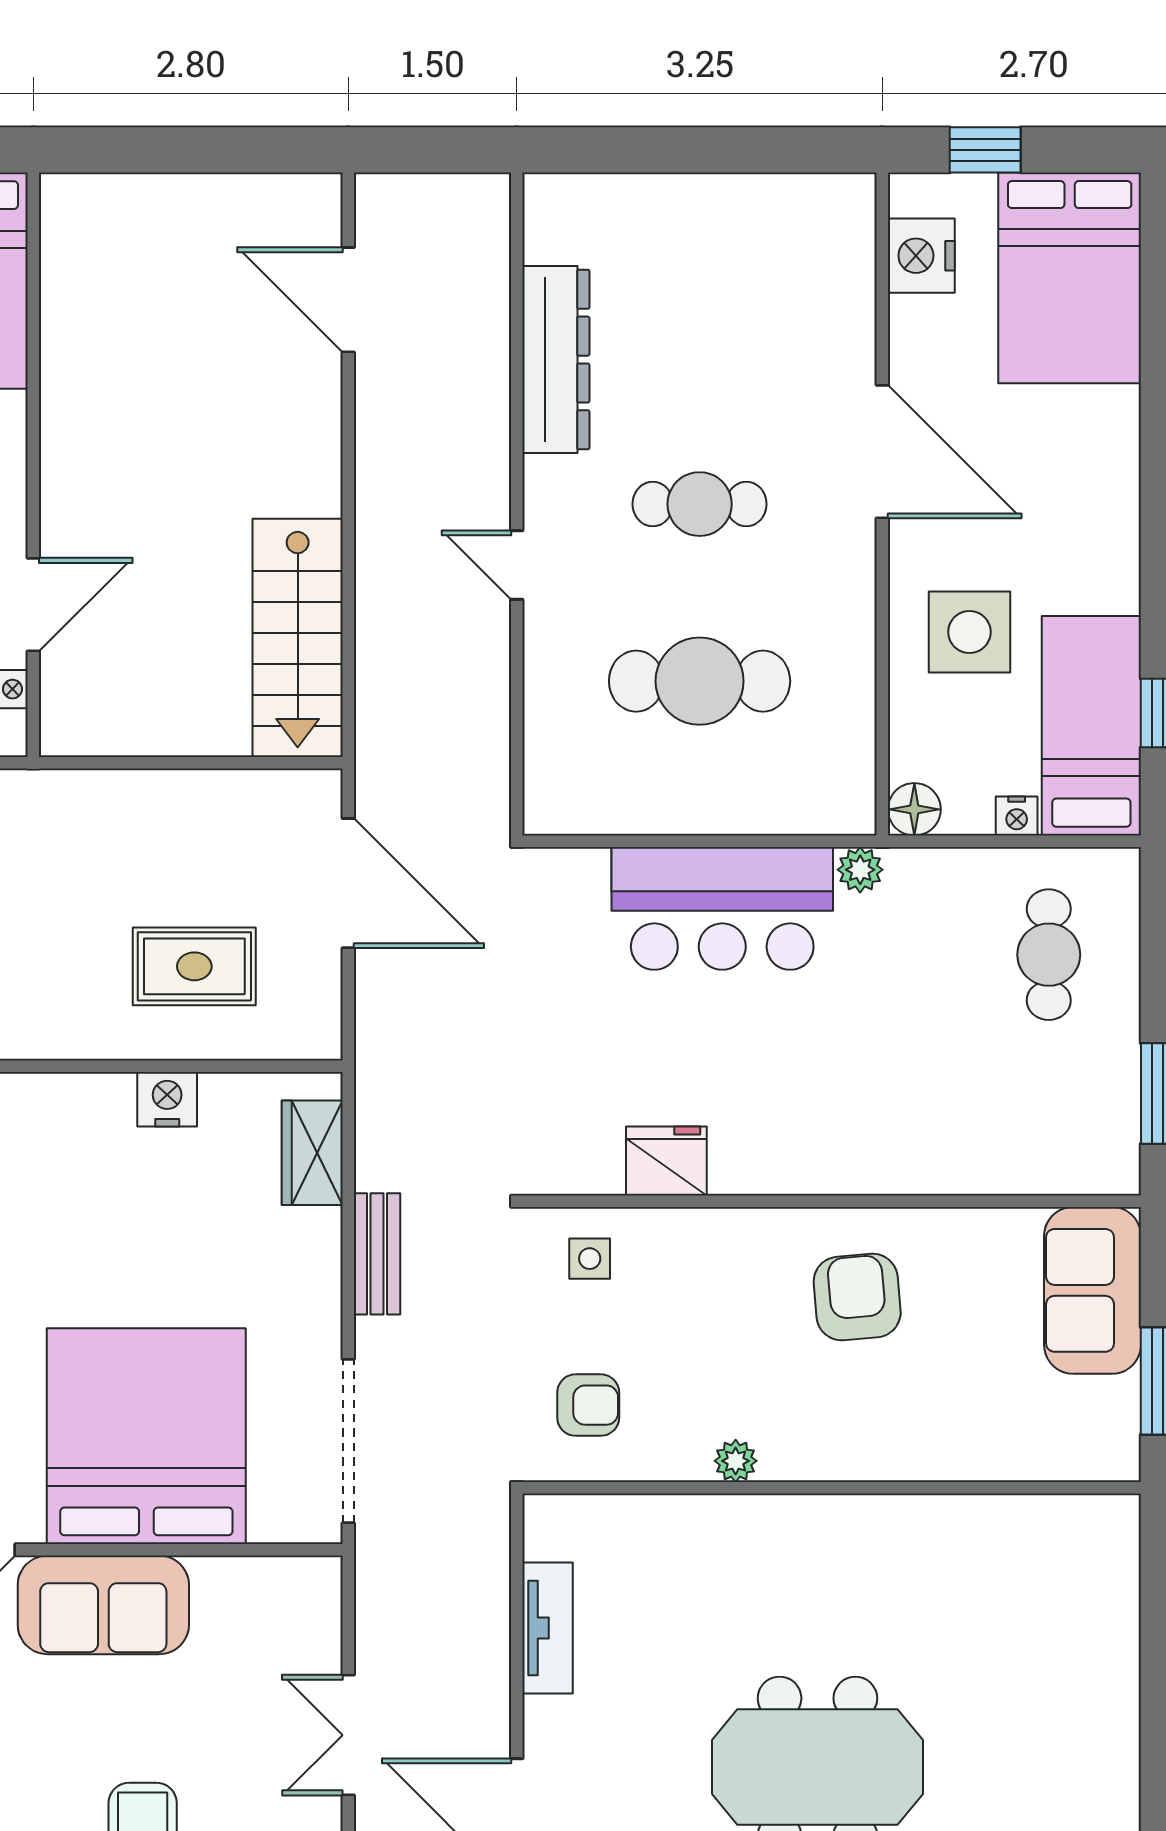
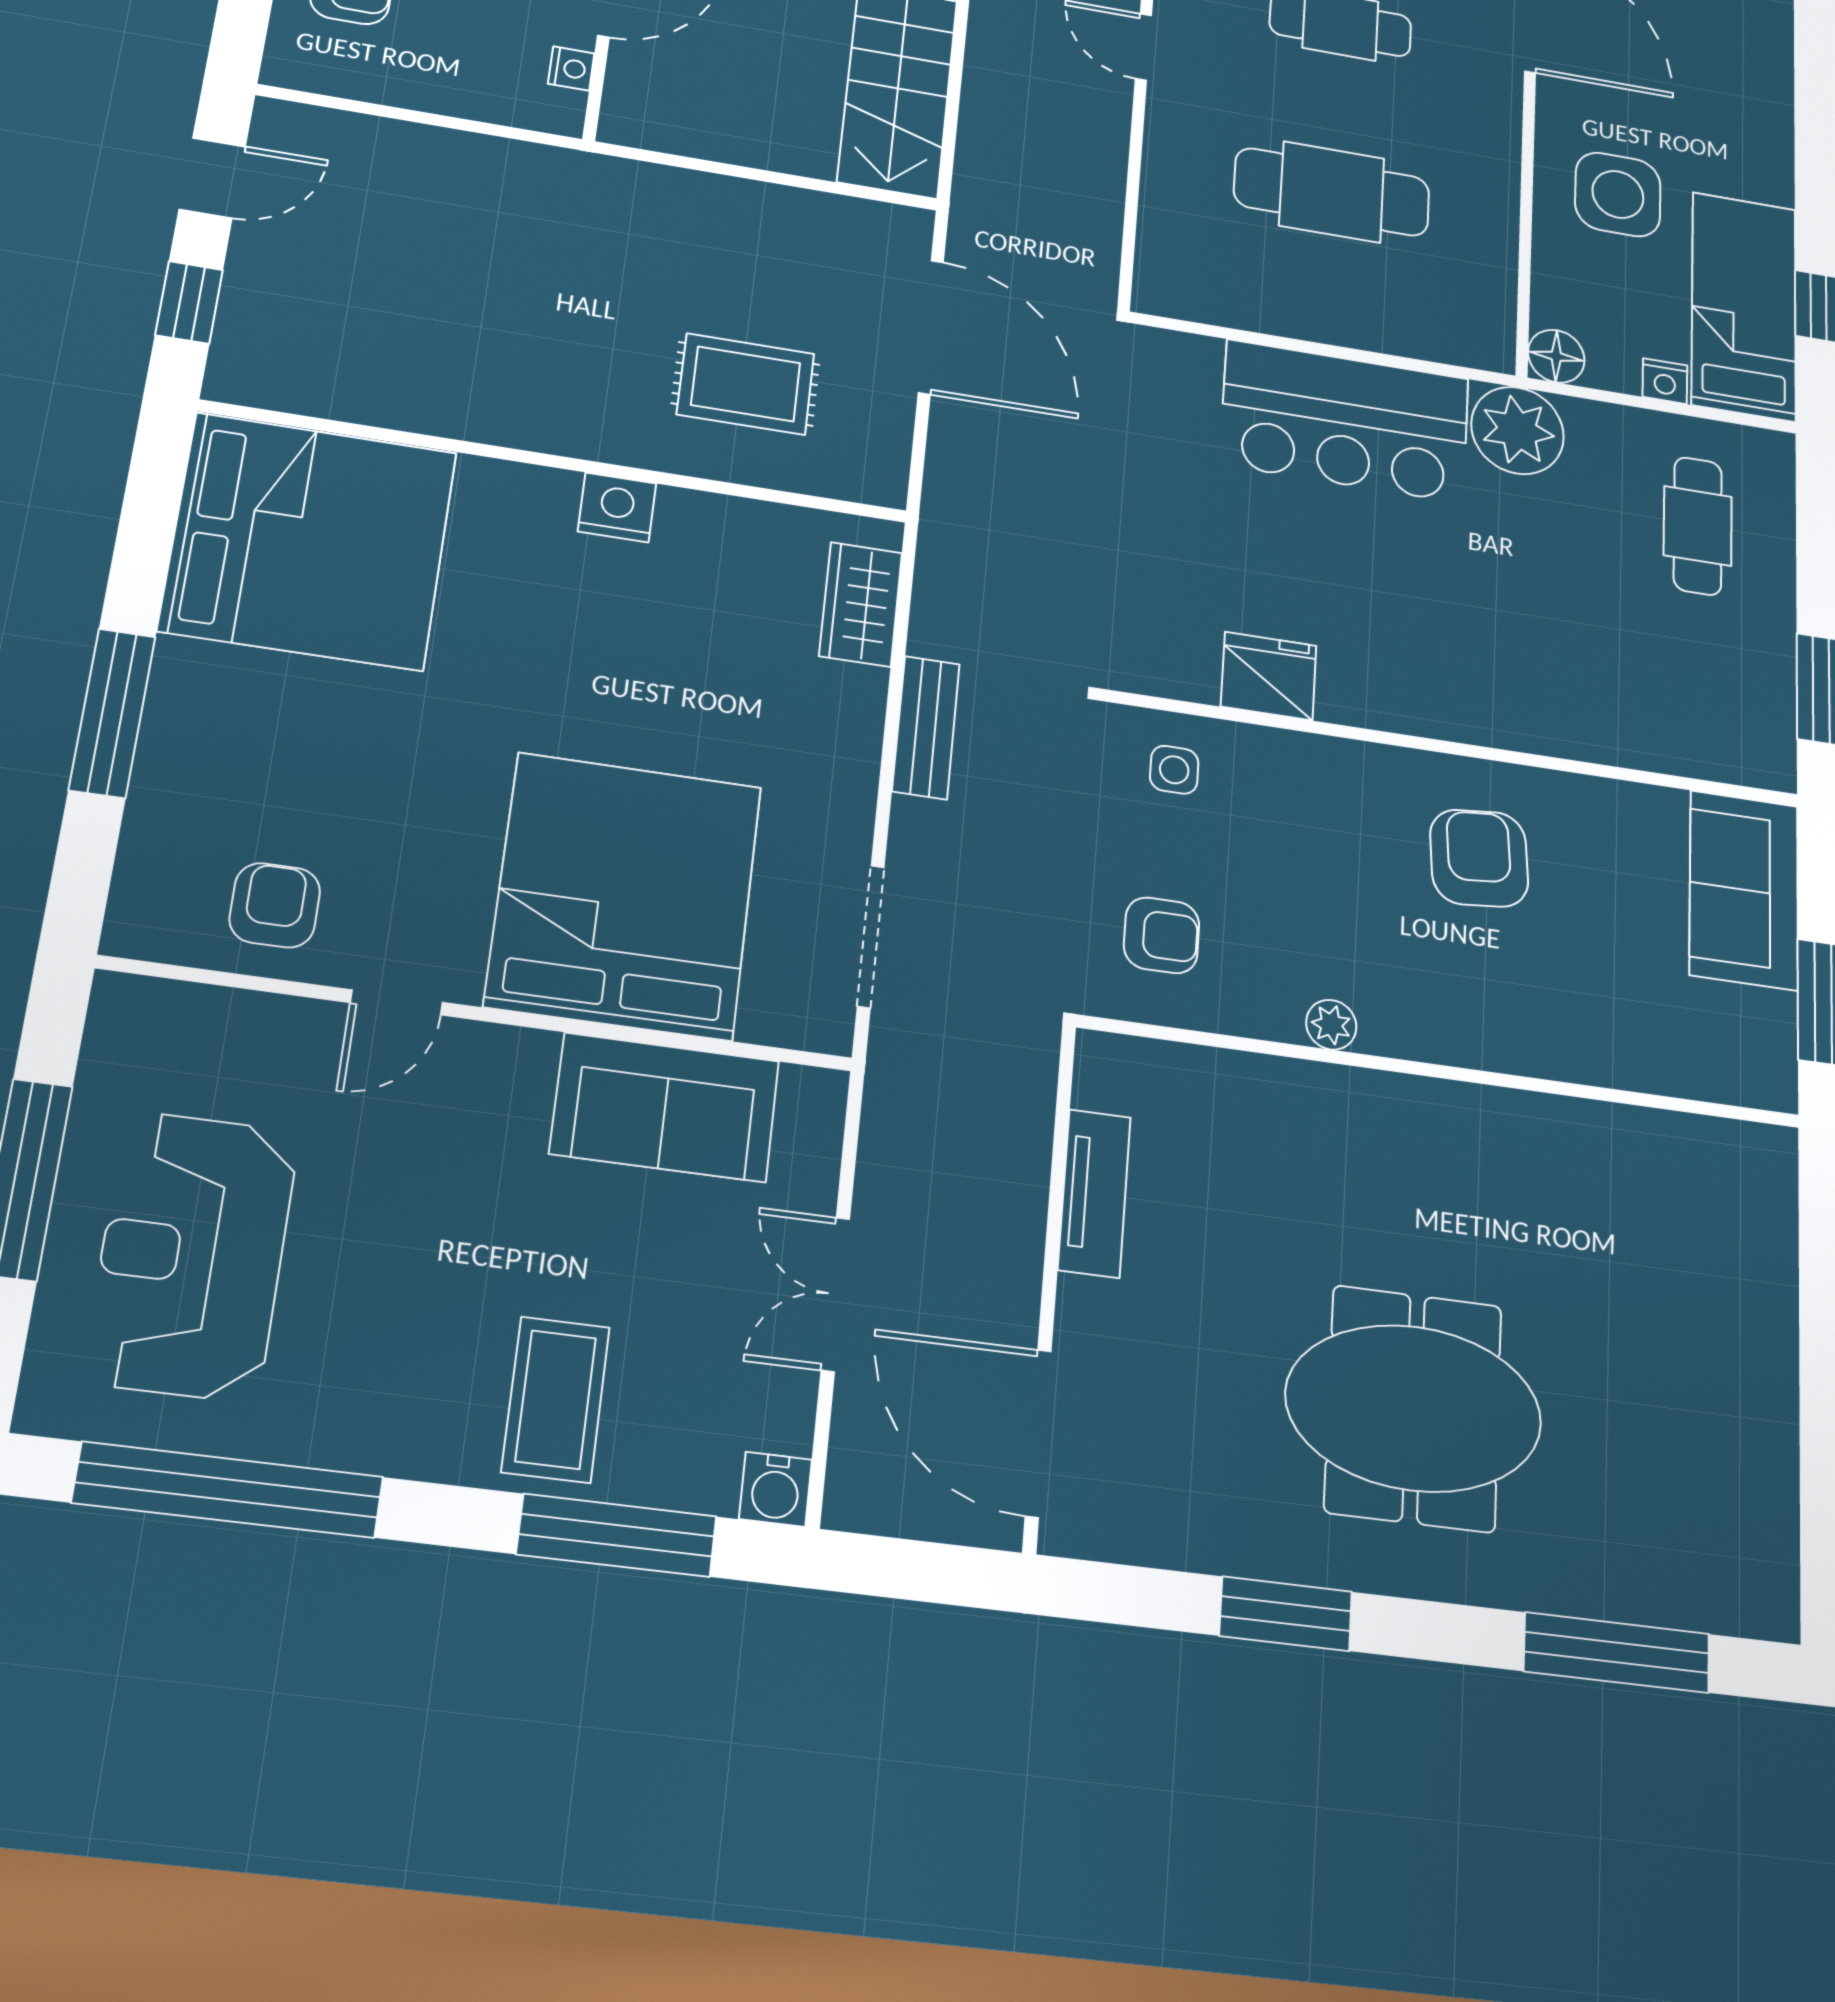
plant: (860, 870) -> (1517, 430), width x1.88, depth x1.88
nightstand: (167, 1099) -> (617, 507), moved
doorway: (348, 1441) -> (871, 936), width x0.73
sofa: (103, 1605) -> (665, 1107), moved

